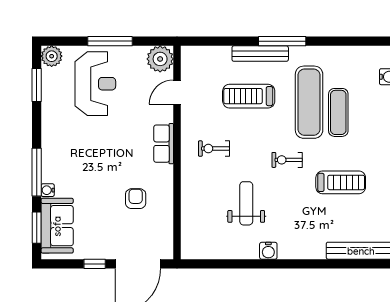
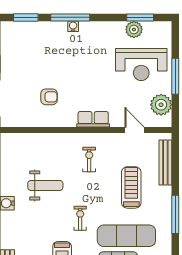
bench: (260, 54) -> (165, 162), moved
plant: (52, 56) -> (134, 29), moved
plant: (160, 59) -> (161, 105), moved
water cooler: (48, 190) -> (73, 26), moved
sofa: (57, 226) -> (27, 34), removed

